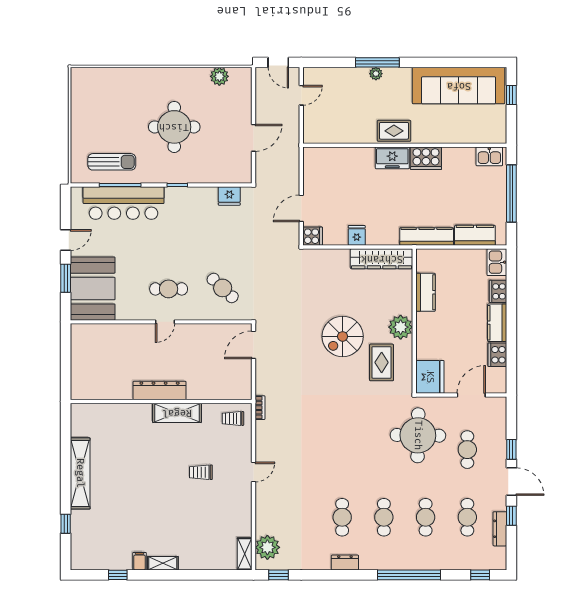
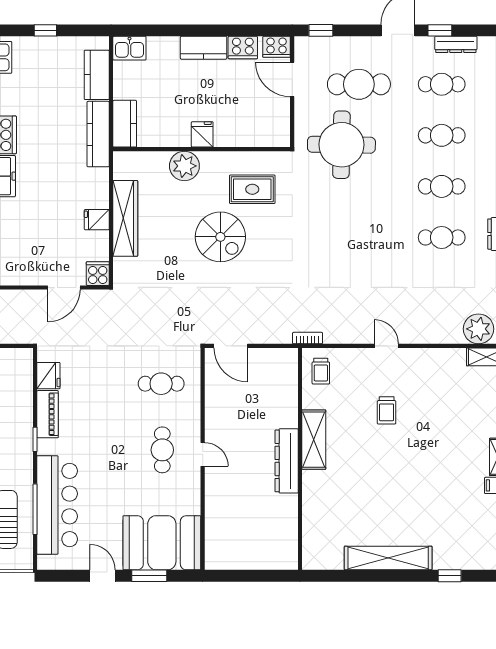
window: (511, 193) -> (45, 30), width x0.32
piano: (198, 195) -> (48, 414), added
door: (301, 208) -> (64, 287), hinge flipped
wardrobe: (382, 259) -> (125, 218), moved
cafe table: (223, 288) -> (161, 384), turned 47
cooker: (498, 291) -> (277, 47), moved
kitchen counter: (425, 292) -> (125, 124), moved, turned 90
plant: (401, 327) -> (184, 166), moved
fridge: (430, 377) -> (202, 134), moved, width x0.53, depth x0.75
window: (511, 449) -> (321, 30), moved
cafe table: (467, 450) -> (359, 84), width x1.37, depth x1.35

